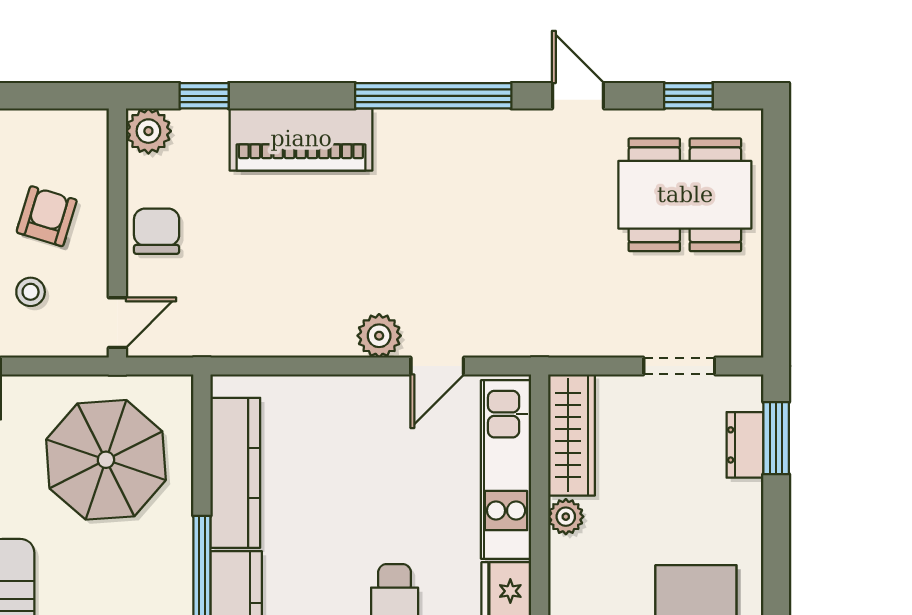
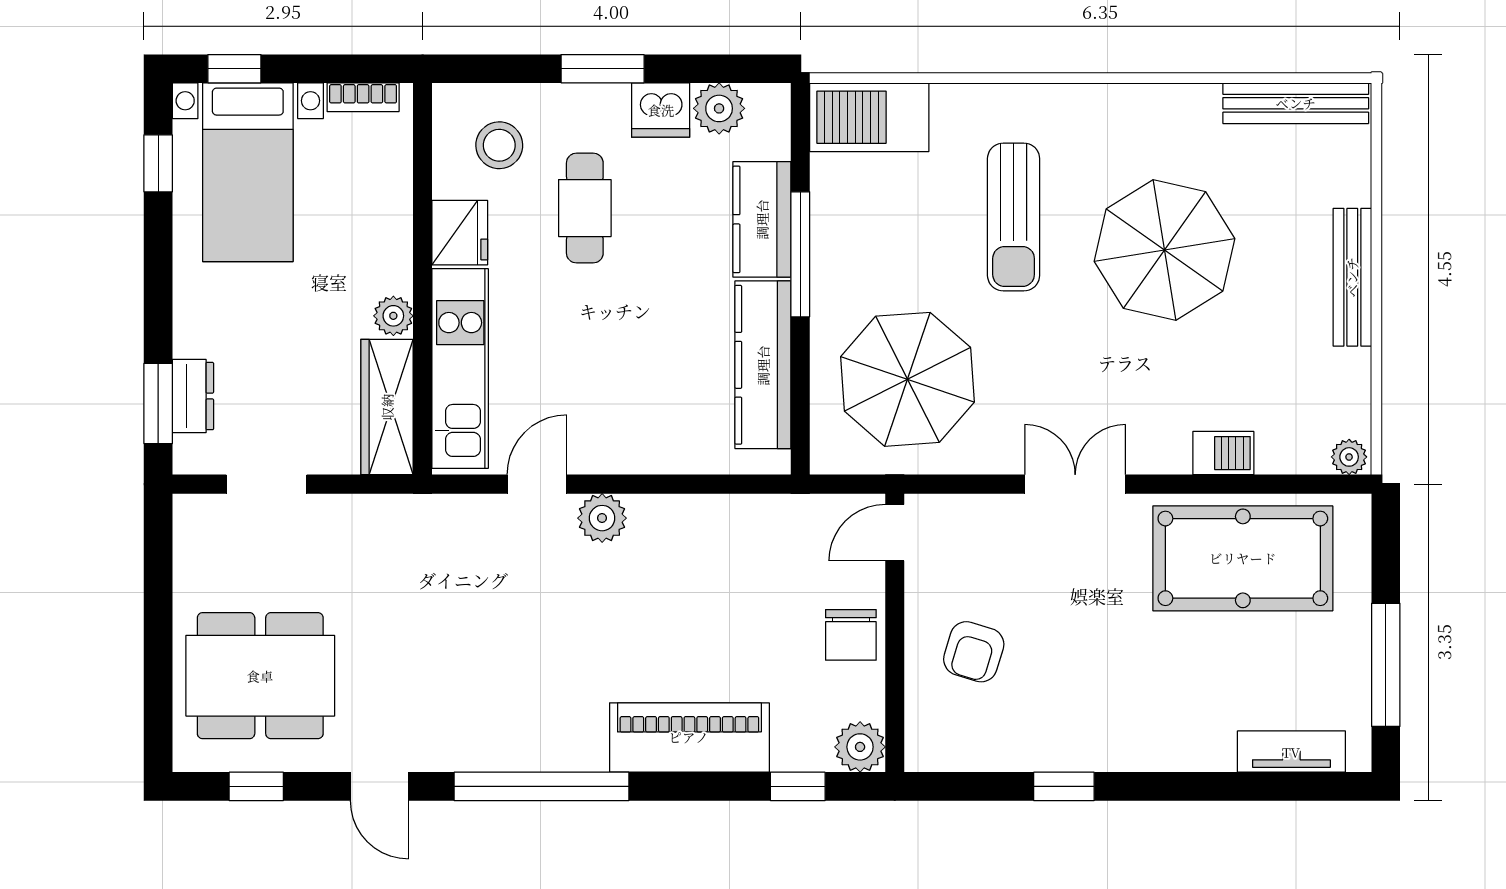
stool: (31, 292) -> (992, 567), removed

